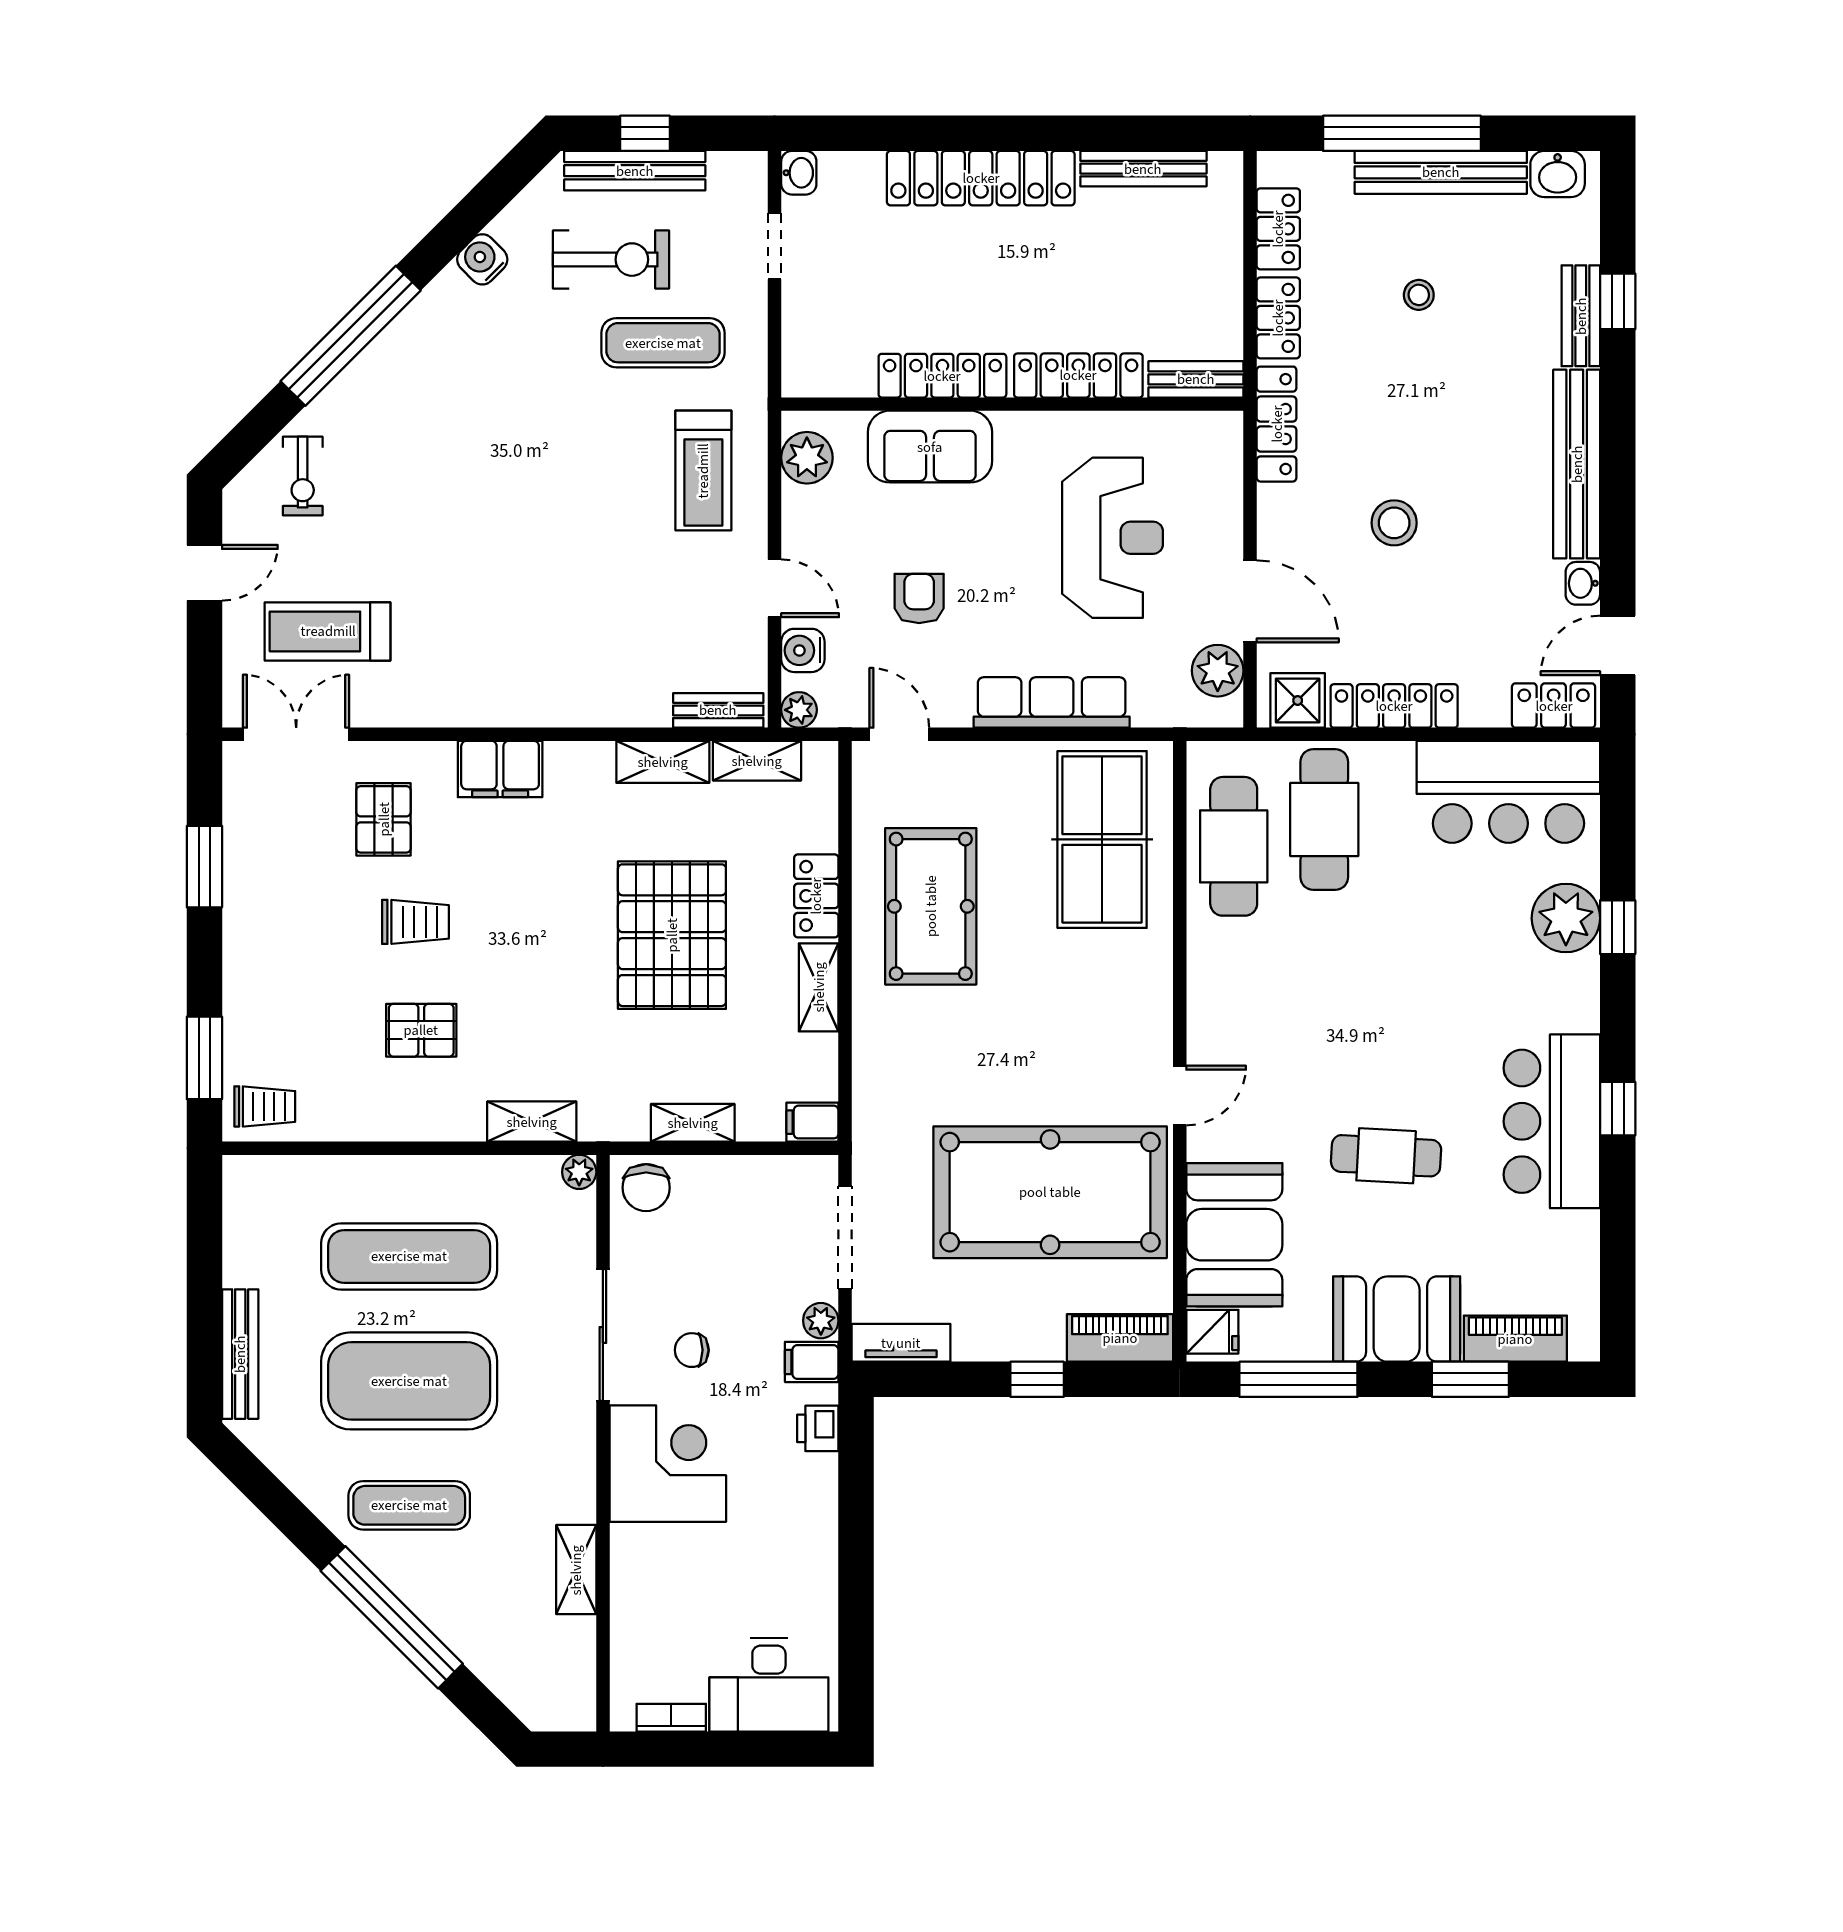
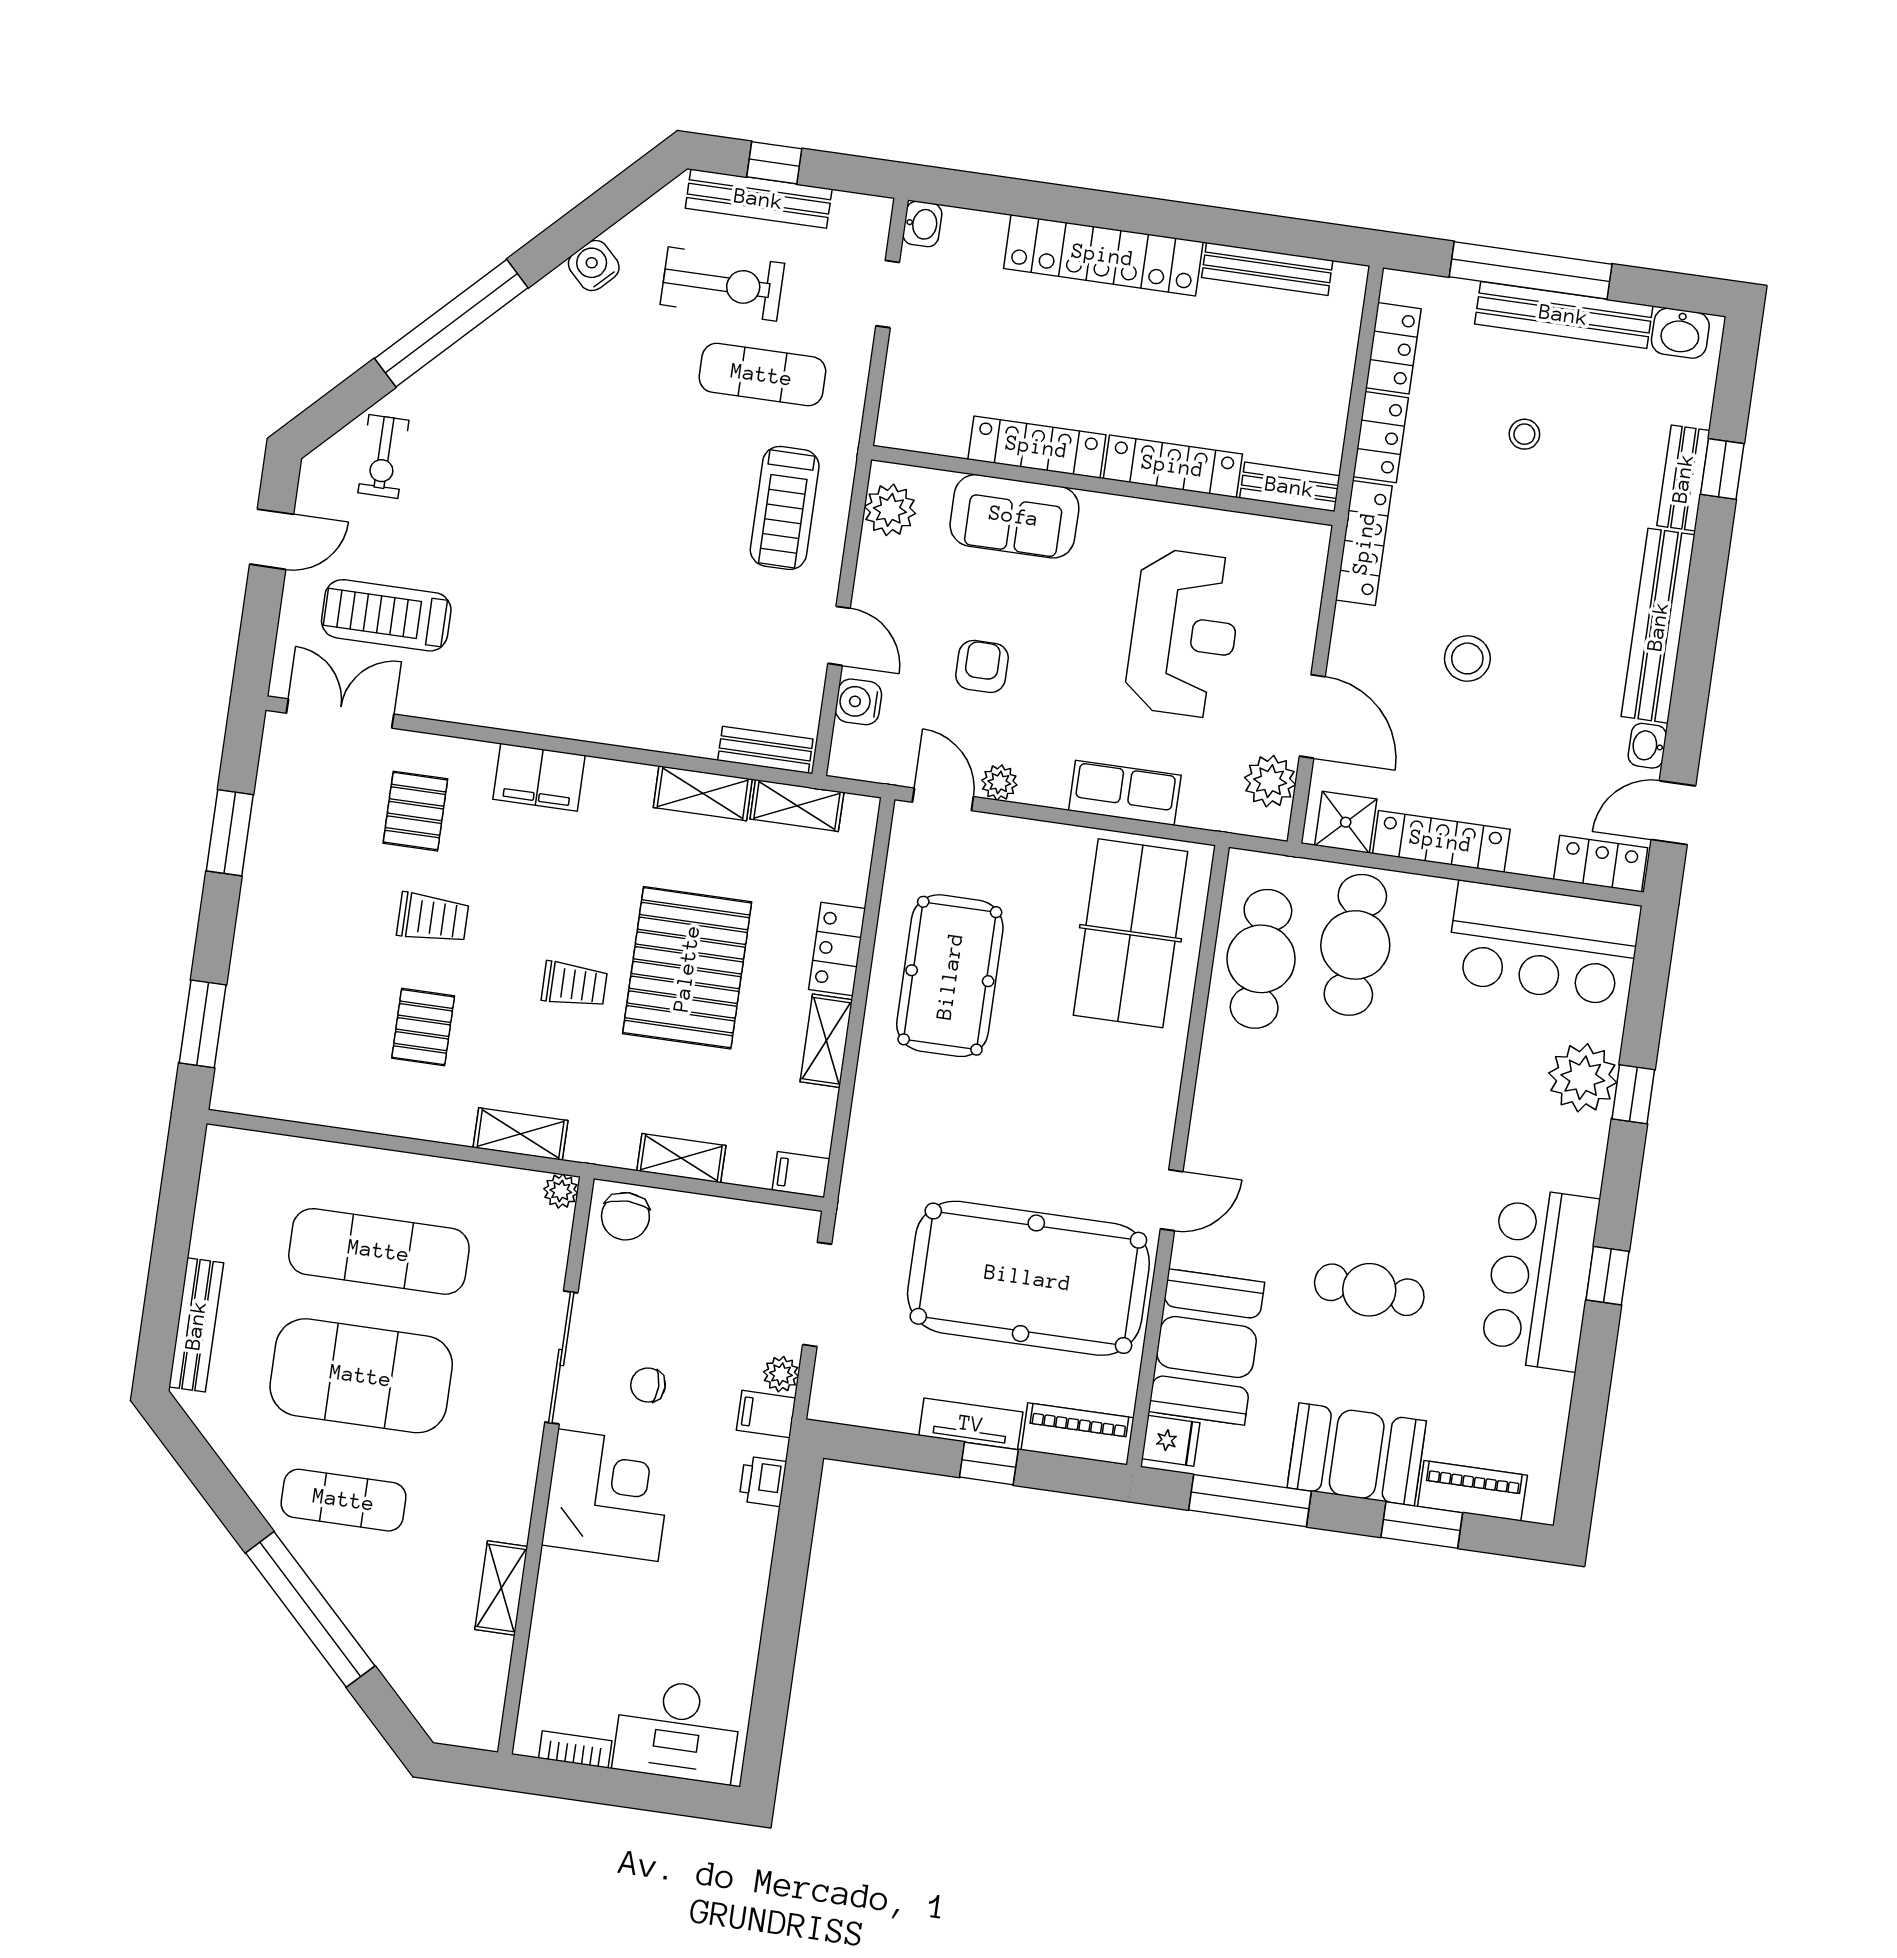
row of seats: (1052, 702) -> (1125, 793), width x0.68
plant: (799, 710) -> (999, 783), moved
pallet: (421, 1030) -> (423, 1027), turned 90
trolley: (265, 1106) -> (574, 985), moved
tv unit: (901, 1343) -> (971, 1424), moved

